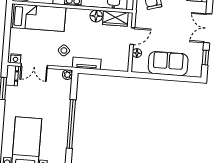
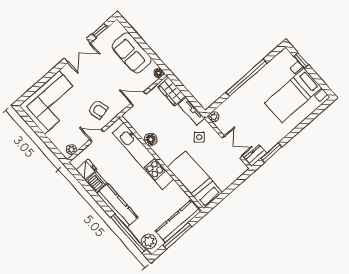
wardrobe: (115, 18) -> (172, 92), moved, turned 180
floor lamp: (137, 53) -> (159, 73), moved
nightstand: (16, 59) -> (241, 166), removed

